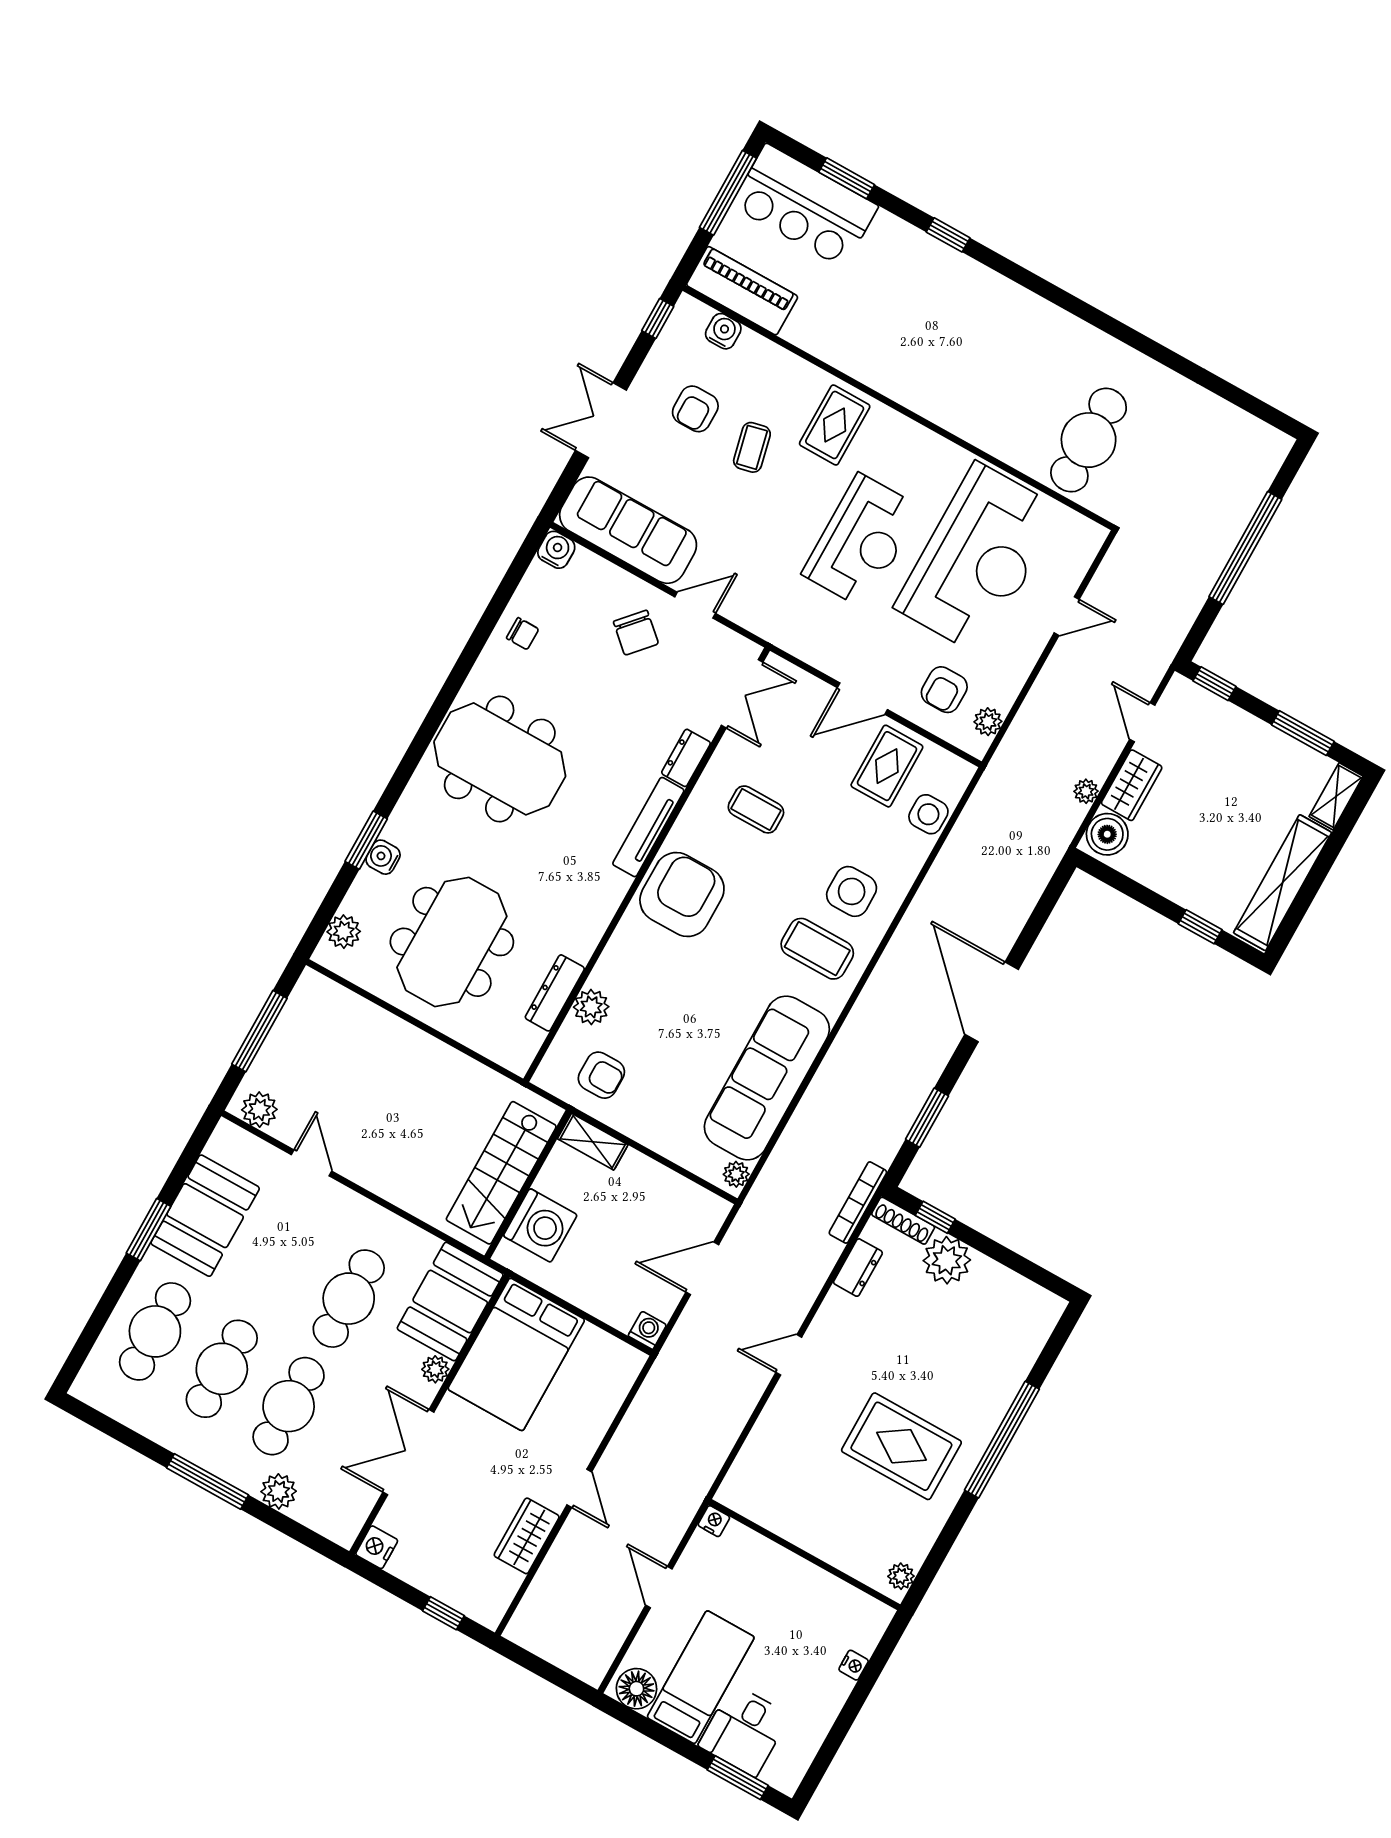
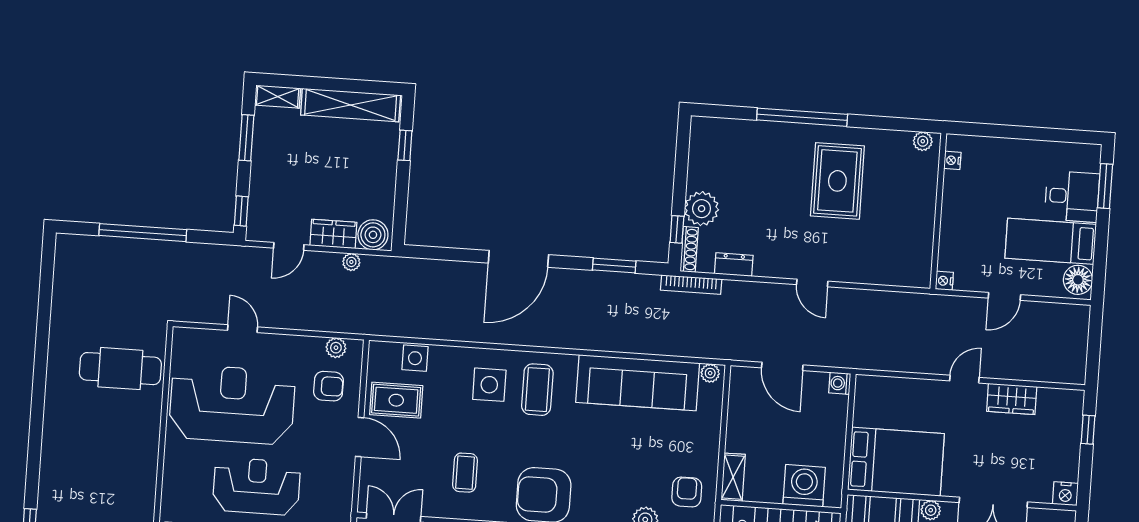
nightstand: (854, 1665) -> (952, 160), moved, turned -90

